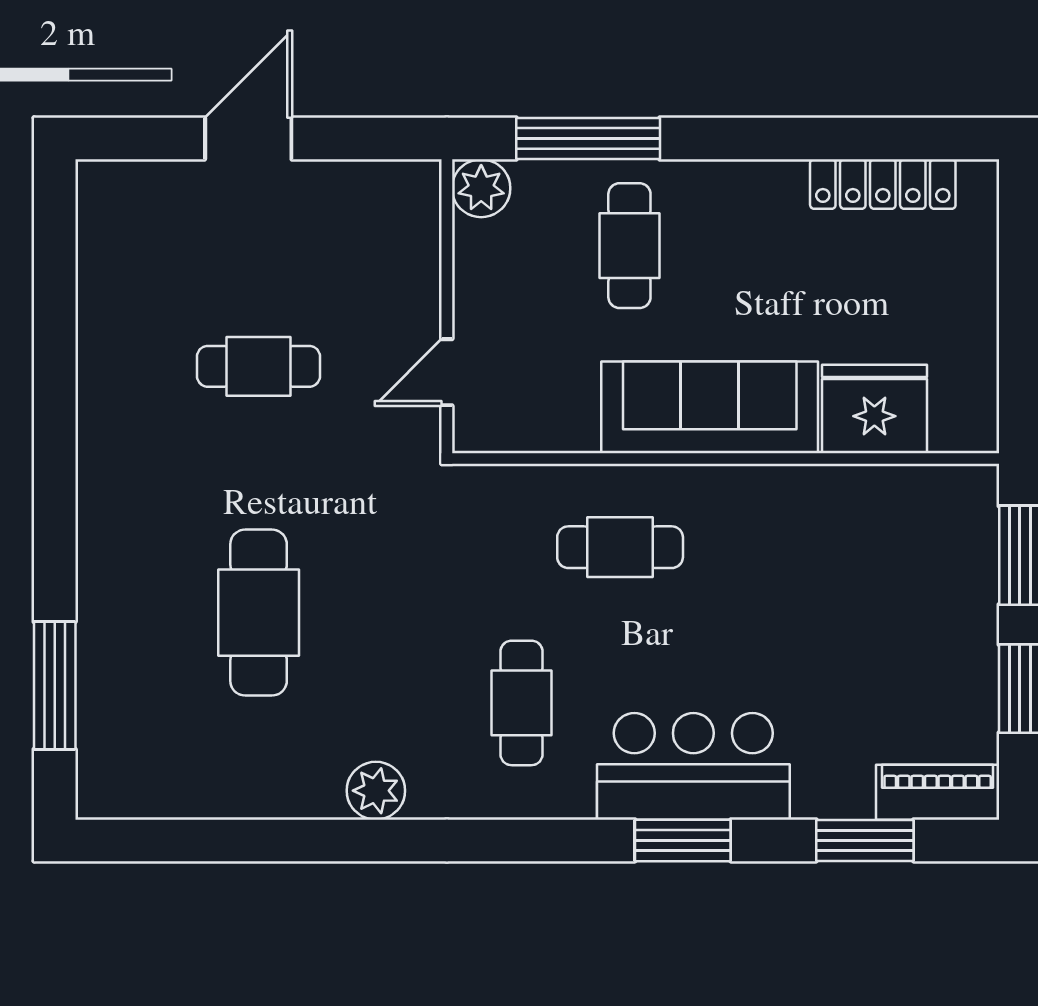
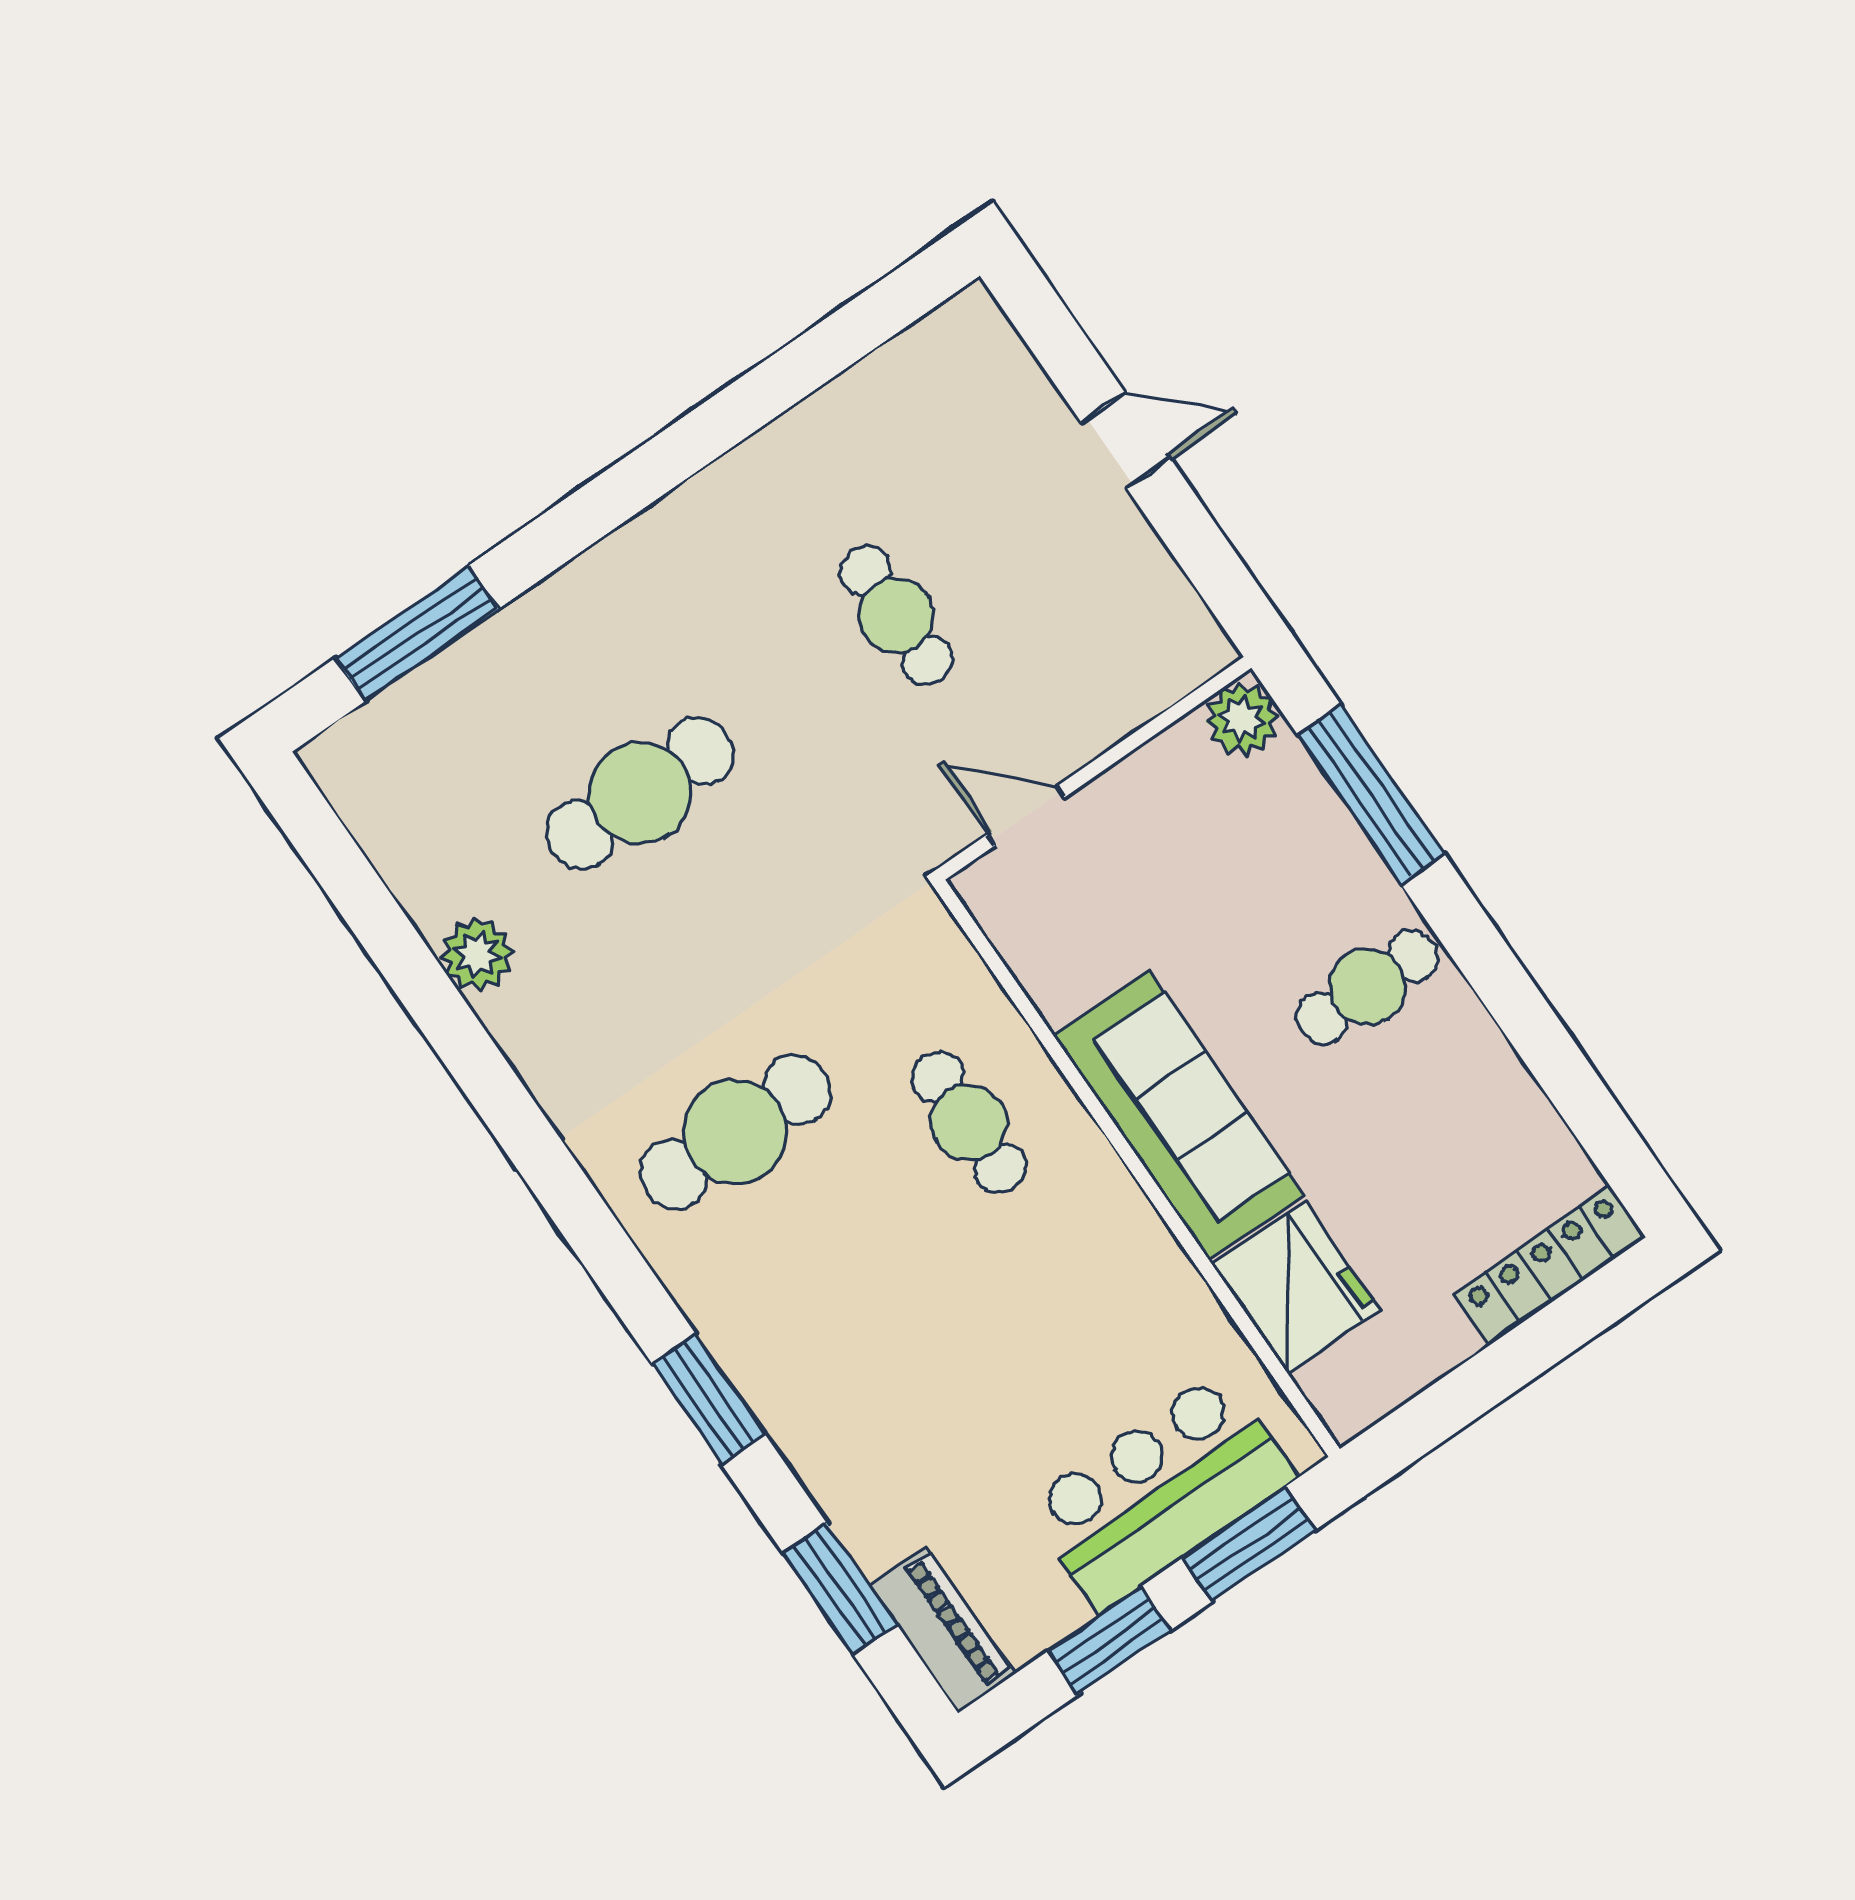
door: (248, 139) -> (1126, 441), width x0.73
locker: (883, 184) -> (1550, 1265), moved, turned 90
cafe table: (629, 246) -> (1368, 987), moved
cafe table: (521, 703) -> (735, 1132), width x1.37, depth x1.35
bar counter: (693, 766) -> (1161, 1491), moved, turned -90
plant: (376, 791) -> (477, 954), moved

